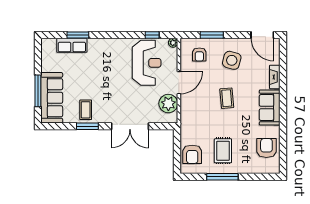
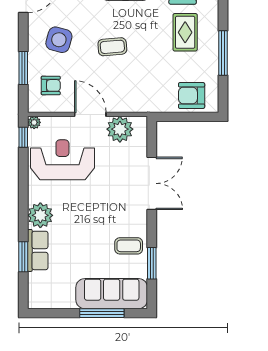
window: (152, 35) -> (23, 137), moved
row of seats: (72, 45) -> (38, 250), moved
plant: (107, 47) -> (40, 215), added
window: (87, 126) -> (152, 263), moved
rug: (223, 151) -> (185, 32), moved, turned 90
armchair: (192, 154) -> (192, 96), turned 180

